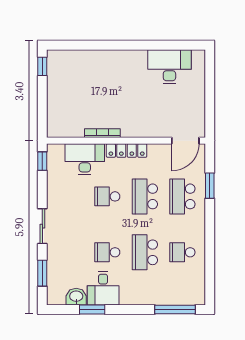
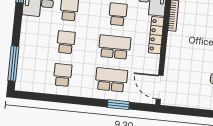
school desk: (145, 252) -> (66, 42), width x0.54

